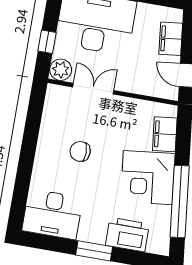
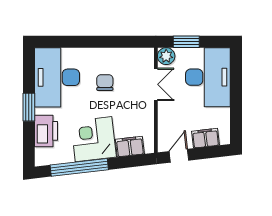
window: (47, 42) -> (186, 42), width x1.50
desk: (52, 214) -> (57, 77), width x1.36, depth x1.30

